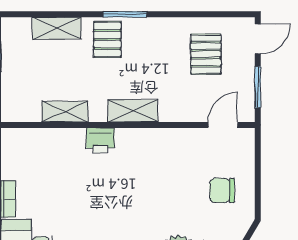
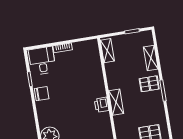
shelving: (65, 112) -> (107, 51), moved
printer: (100, 140) -> (102, 105), moved

